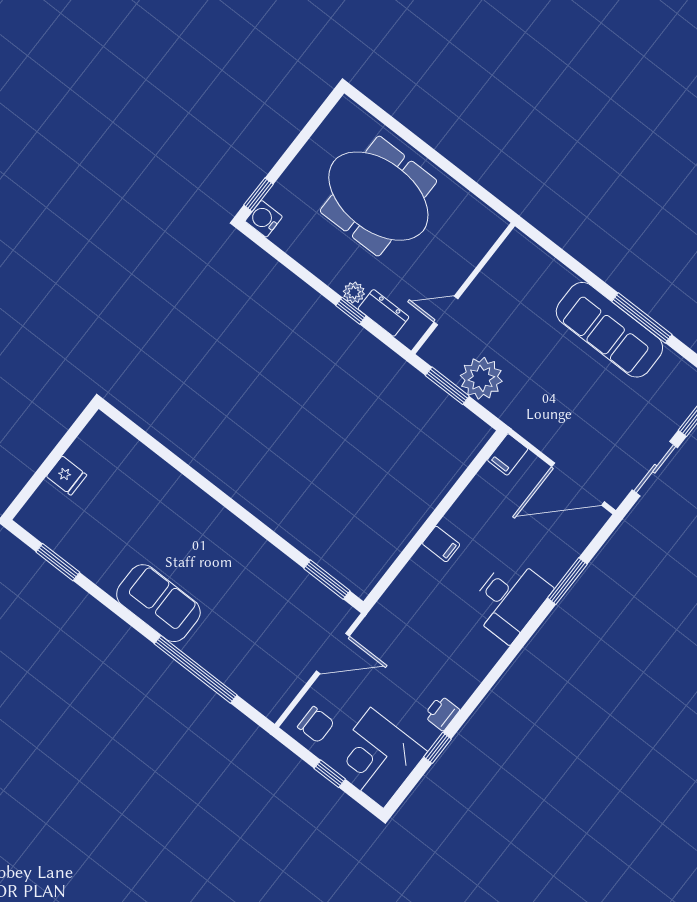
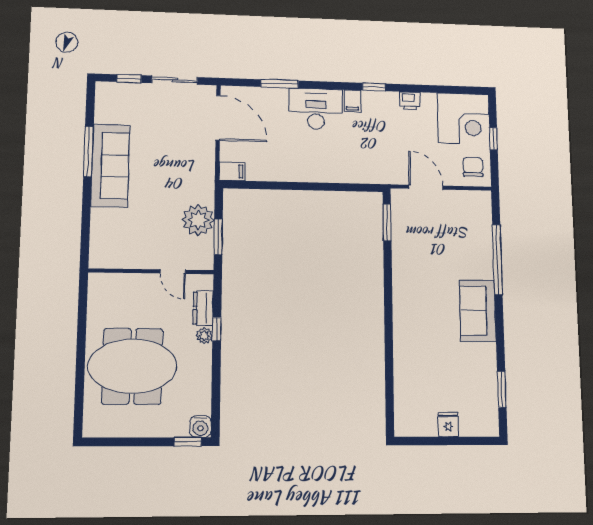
meeting table: (378, 196) -> (132, 366), turned 90
filing cabinet: (441, 544) -> (352, 101), moved, turned 180
window: (437, 748) -> (374, 87), moved

